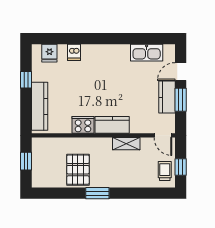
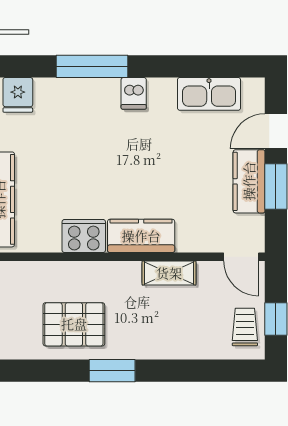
window: (87, 39) -> (92, 66), added
dishwasher: (74, 52) -> (134, 93), moved
pallet: (78, 170) -> (74, 324), turned 90

